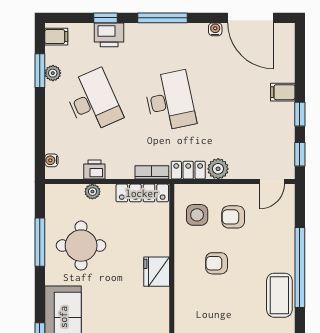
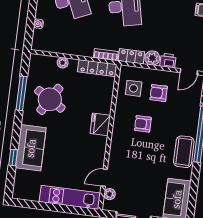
water cooler: (51, 160) -> (38, 24), moved
printer: (94, 170) -> (168, 61), moved
round table: (81, 246) -> (50, 99), turned 31

